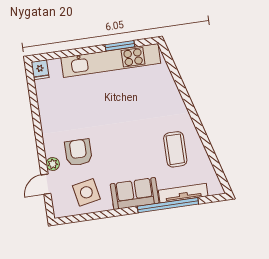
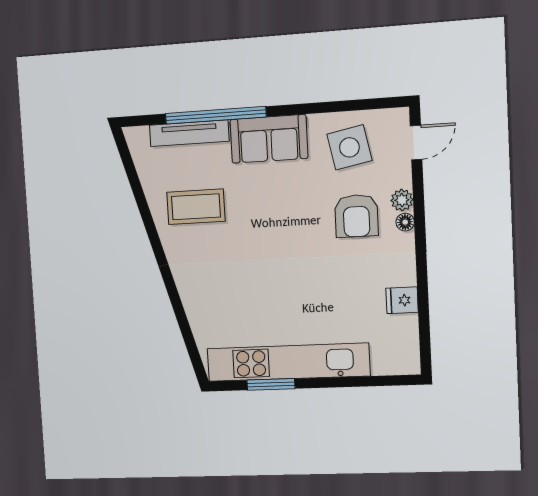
fridge: (40, 70) -> (402, 300), moved, turned -90
coffee table: (175, 149) -> (196, 207), turned 90
floor lamp: (50, 151) -> (405, 222), added
door: (46, 184) -> (416, 143), moved

